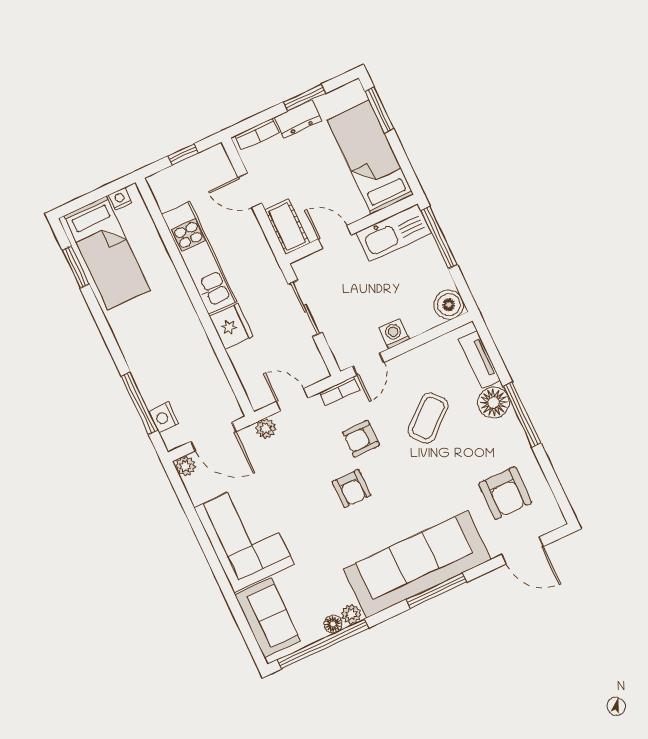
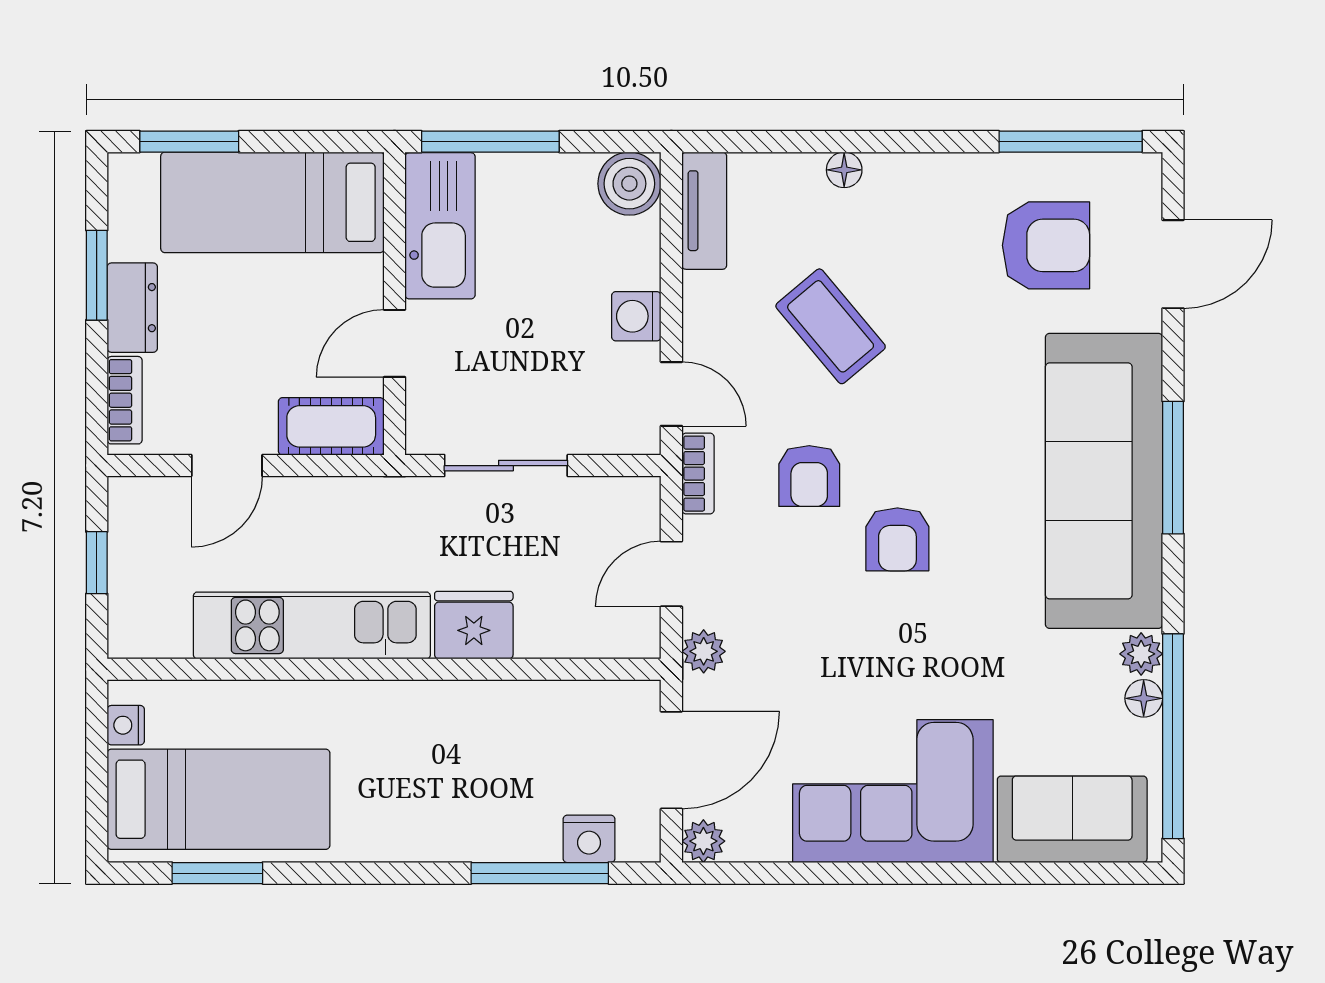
tv unit: (479, 360) -> (704, 211), moved, turned -90
floor lamp: (494, 403) -> (844, 170), width x0.53, depth x0.53
window: (522, 415) -> (1071, 142), moved
armchair: (351, 488) -> (897, 539), turned 90

